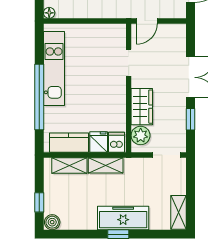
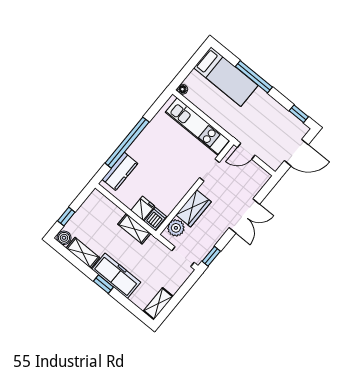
kitchen unit: (54, 69) -> (197, 126), moved, turned 90
window: (190, 119) -> (211, 256), moved
kitchen counter: (69, 143) -> (120, 171), moved, turned 90
shelving: (69, 166) -> (83, 253), moved

